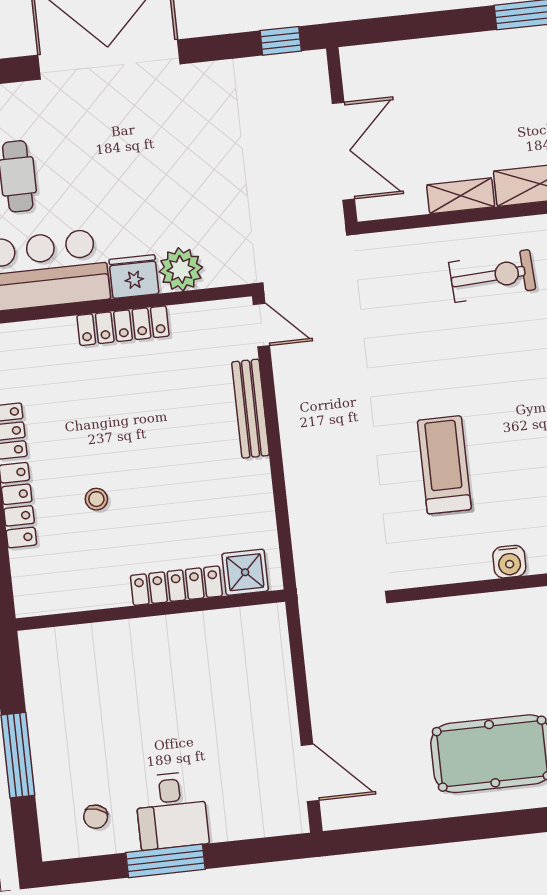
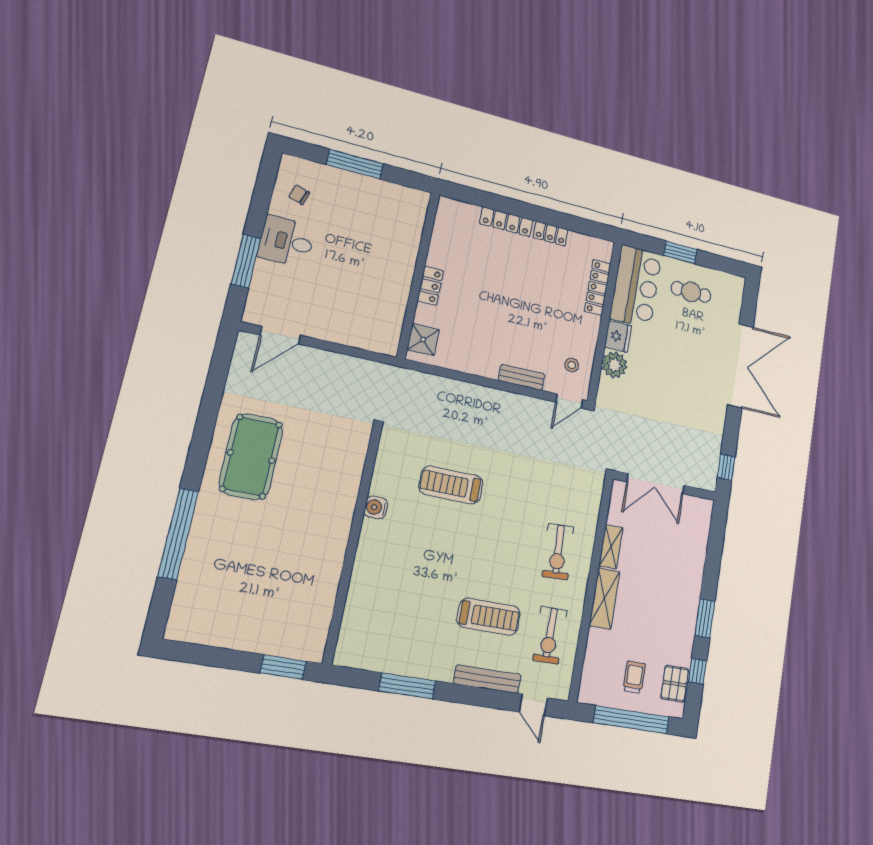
locker: (123, 326) -> (598, 287), moved
bench: (251, 409) -> (522, 377), width x0.73
treadmill: (444, 465) -> (451, 485), turned 180
stool: (96, 499) -> (572, 365), moved
locker: (176, 586) -> (430, 286), width x0.66
window: (166, 861) -> (246, 261), moved

